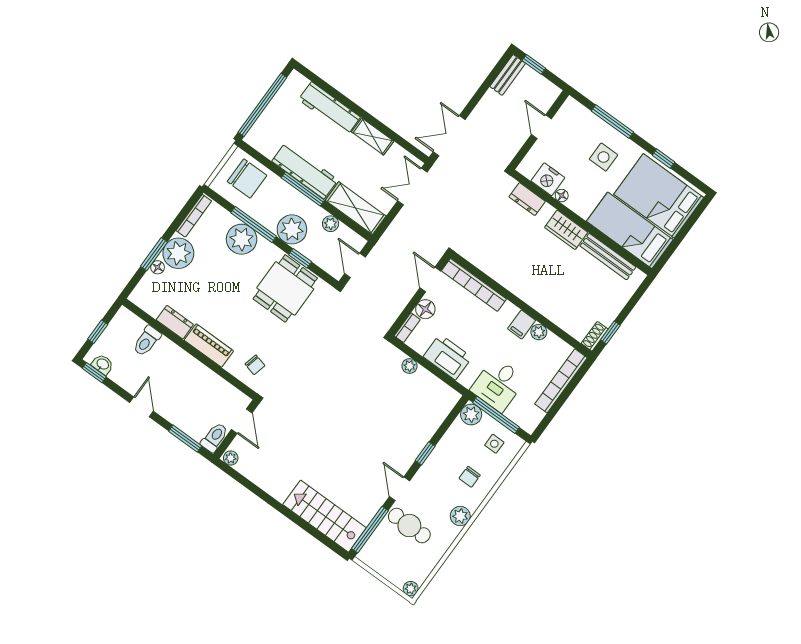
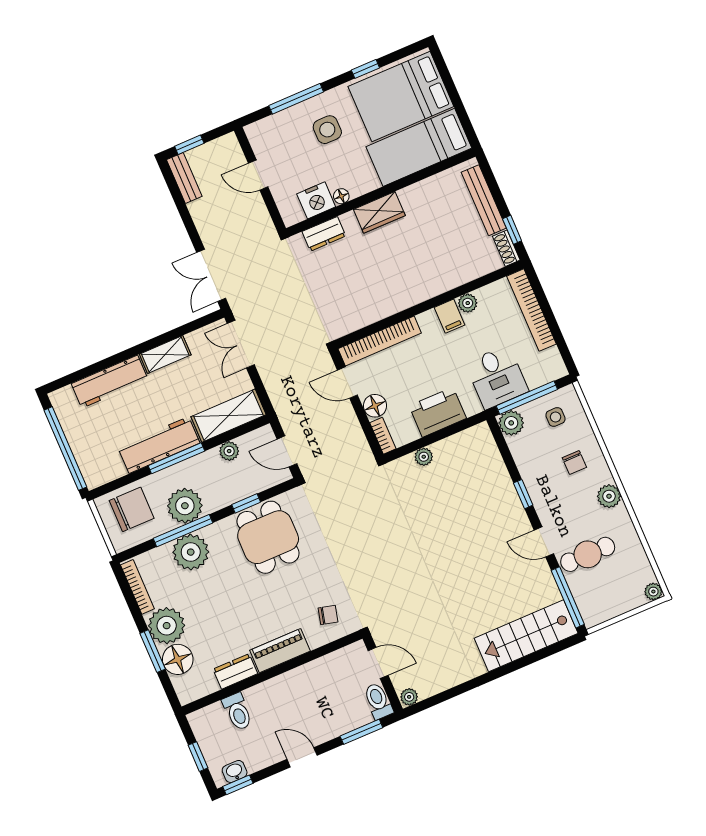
plant: (292, 229) -> (185, 506), moved
bench: (608, 257) -> (484, 200), moved, turned 90
floor lamp: (158, 267) -> (178, 659), width x1.89, depth x1.89

